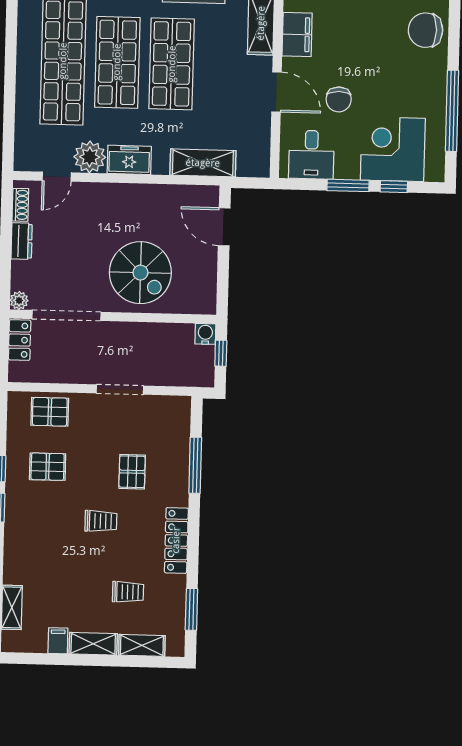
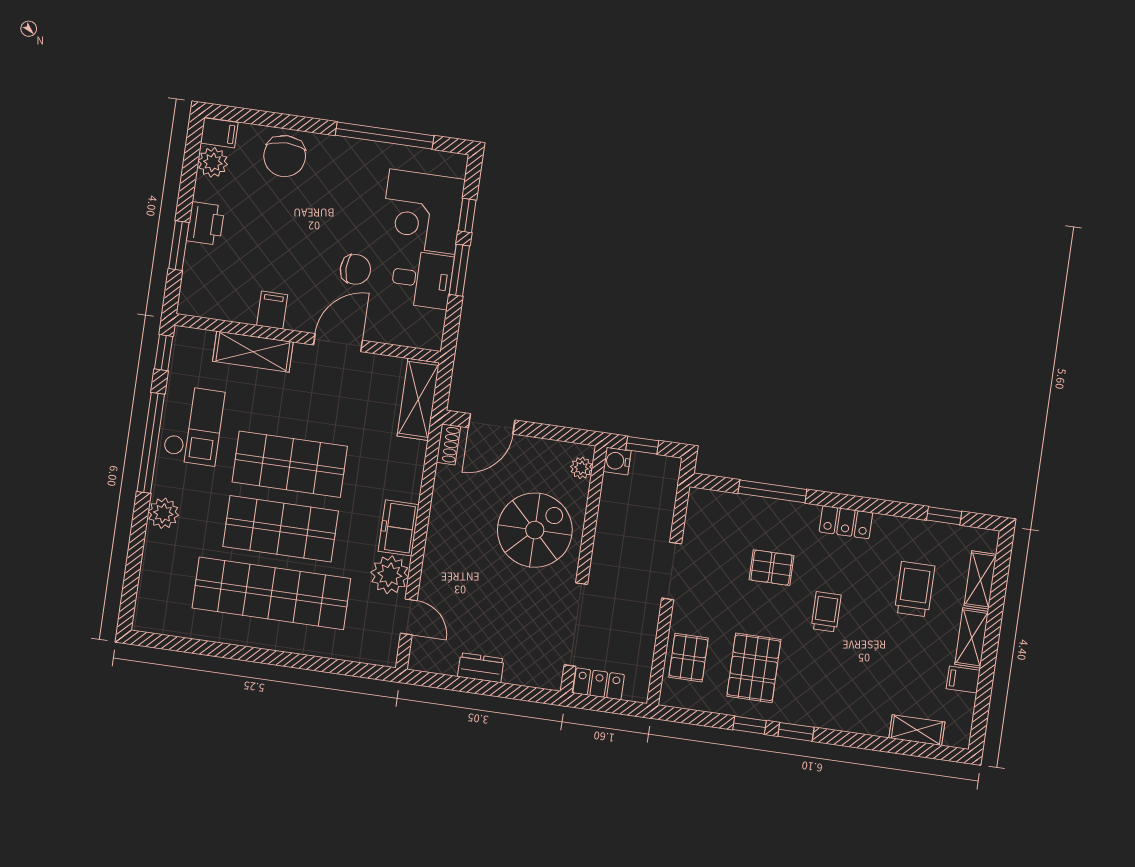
filing cabinet: (297, 35) -> (272, 310), width x0.50
desk: (311, 155) -> (422, 279), moved
shelving: (203, 163) -> (418, 399), moved
shoe rack: (20, 205) -> (448, 444), moved, turned 90
plant: (19, 300) -> (581, 468), moved
pallet: (48, 467) -> (754, 668), width x1.50, depth x1.42
locker: (176, 540) -> (846, 522), width x0.66
trolley: (128, 592) -> (915, 589), width x1.36, depth x1.39
window: (191, 609) -> (944, 516), width x0.67

